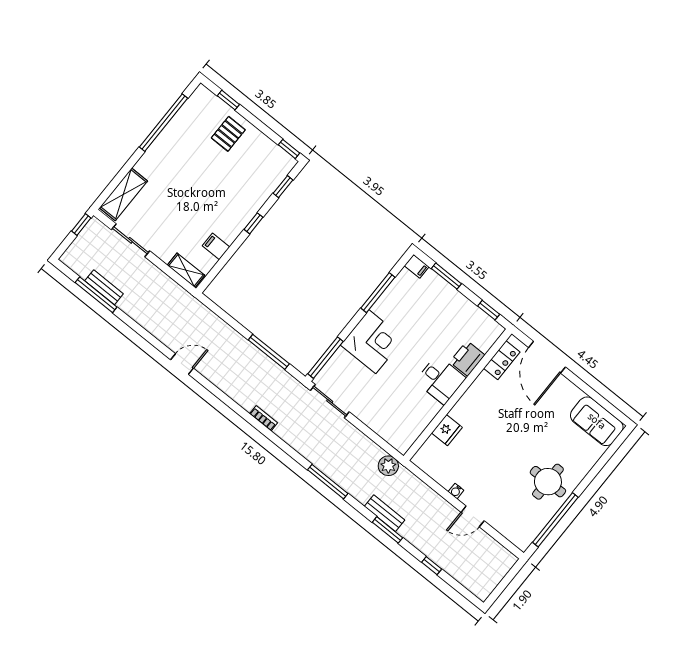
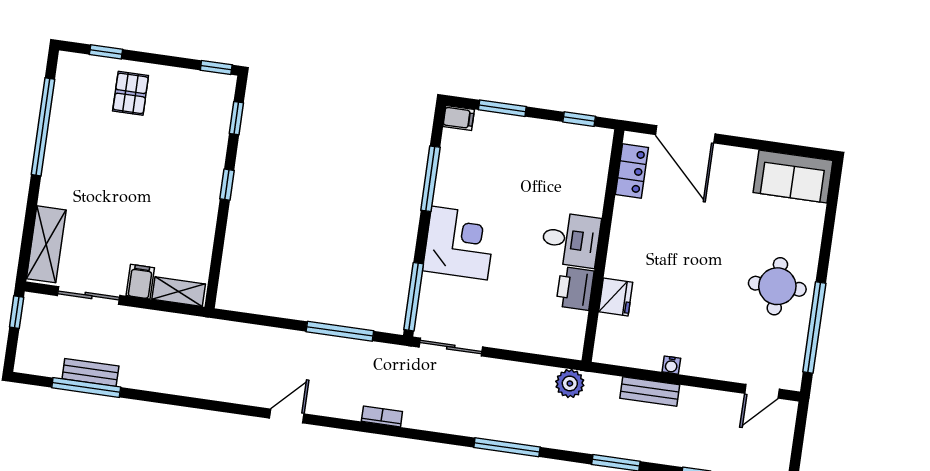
filing cabinet: (216, 246) -> (140, 282), moved, turned 90
printer: (467, 359) -> (575, 288), moved
door: (182, 364) -> (287, 416), moved
bench: (385, 513) -> (650, 391), moved
door: (473, 516) -> (762, 391), moved

